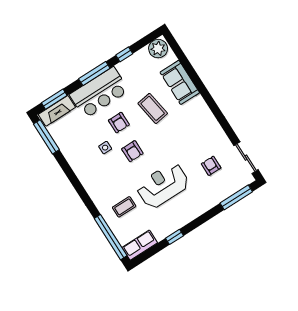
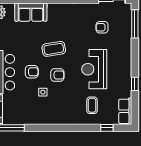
coffee table: (153, 108) -> (54, 49), moved
window: (111, 237) -> (107, 128), width x0.32

